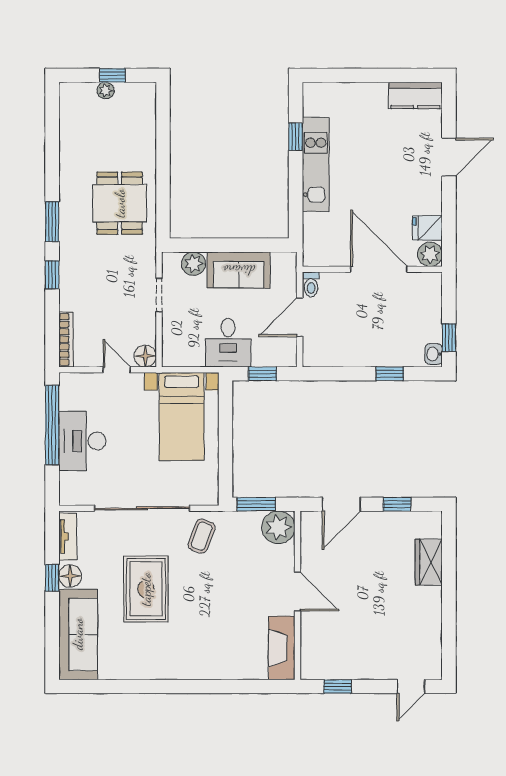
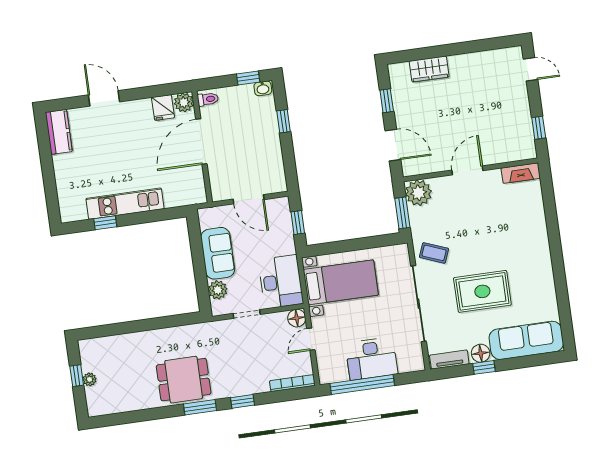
dining table: (120, 203) -> (184, 380), moved
toilet: (311, 284) -> (208, 99), moved
desk: (228, 343) -> (281, 282), moved, width x1.37
fireplace: (282, 648) -> (521, 173), width x0.73, depth x0.76

